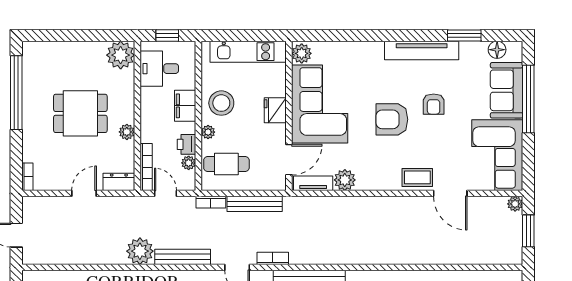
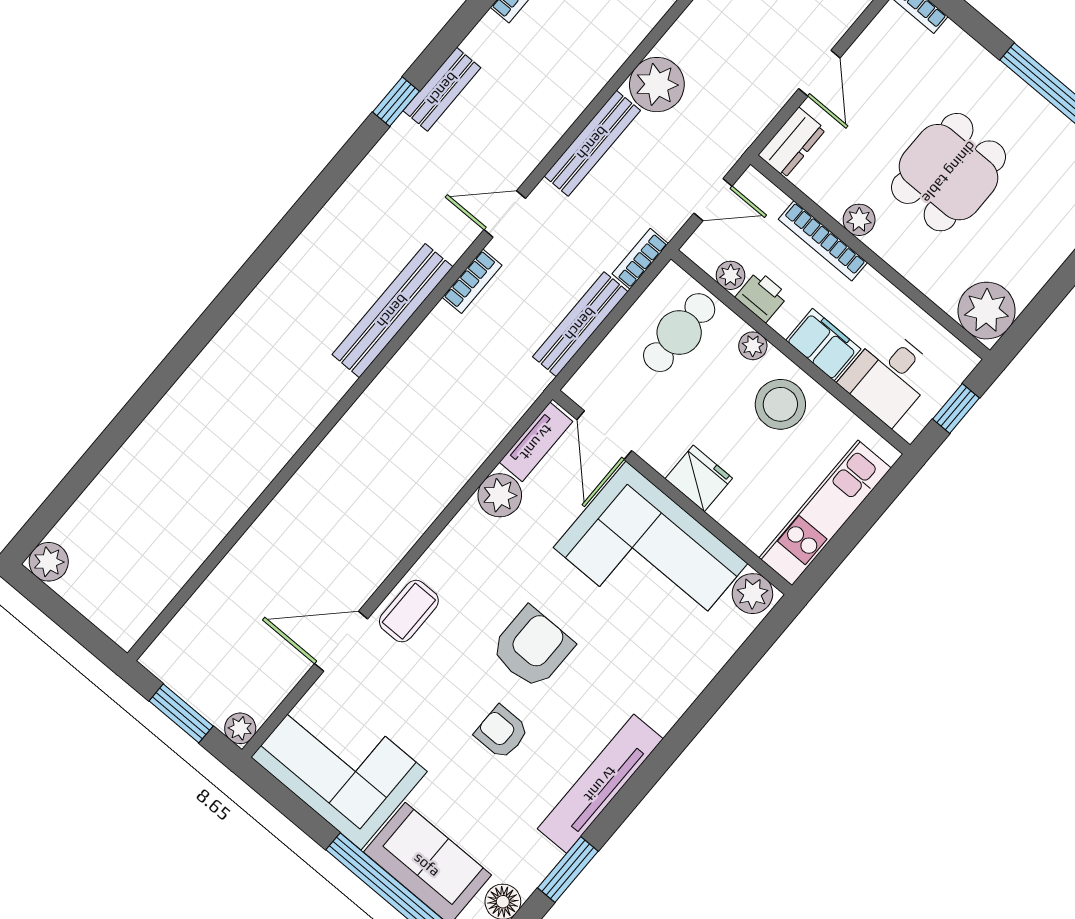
desk: (159, 69) -> (889, 376), moved, turned 180
bookcase: (146, 167) -> (823, 241), moved

